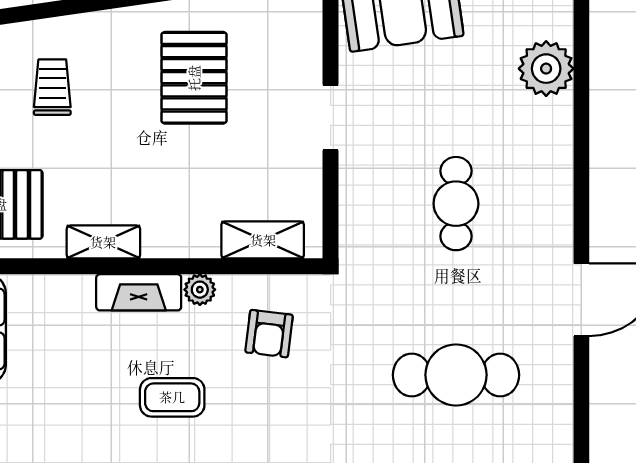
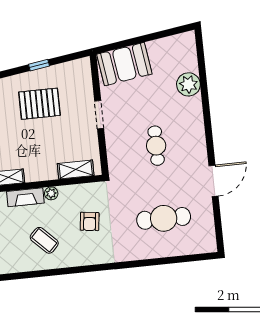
pallet: (194, 78) -> (39, 104), turned 90
armchair: (269, 334) -> (90, 221), moved
coffee table: (172, 397) -> (44, 240), turned 45

